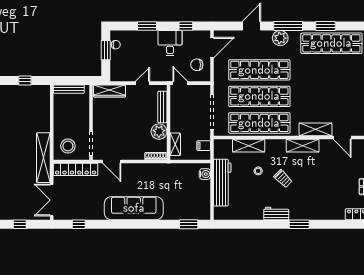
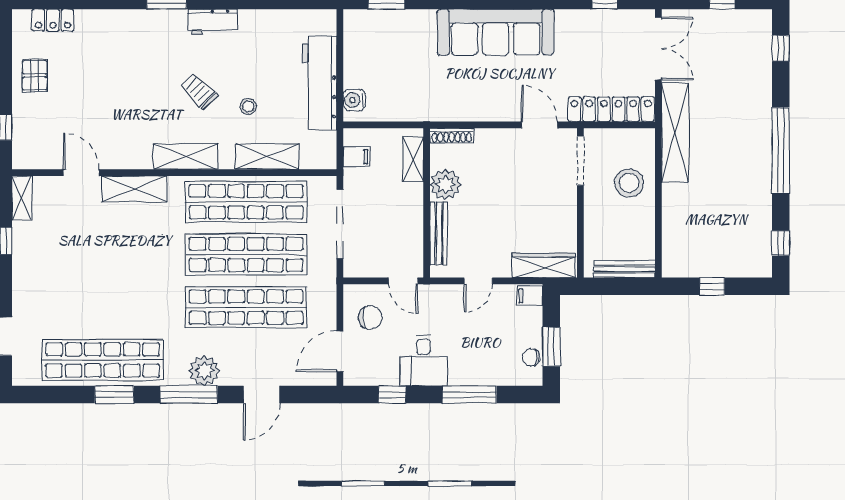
window: (147, 26) -> (469, 395), width x1.44
filing cabinet: (117, 76) -> (530, 296), added
stool: (68, 146) -> (629, 183), moved
shelving: (303, 146) -> (185, 156), moved

